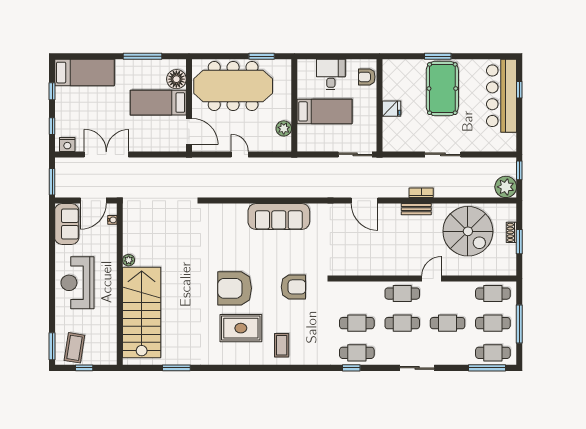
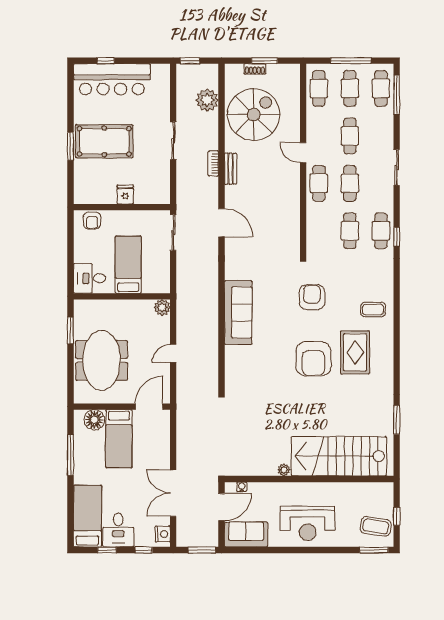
desk: (331, 75) -> (90, 278), moved
meeting table: (233, 86) -> (102, 360), width x0.73
desk: (71, 102) -> (118, 530), added
plant: (284, 128) -> (162, 307), moved
plant: (506, 187) -> (207, 100), moved
door: (93, 201) -> (222, 507), hinge flipped
door: (364, 201) -> (222, 223), hinge flipped

